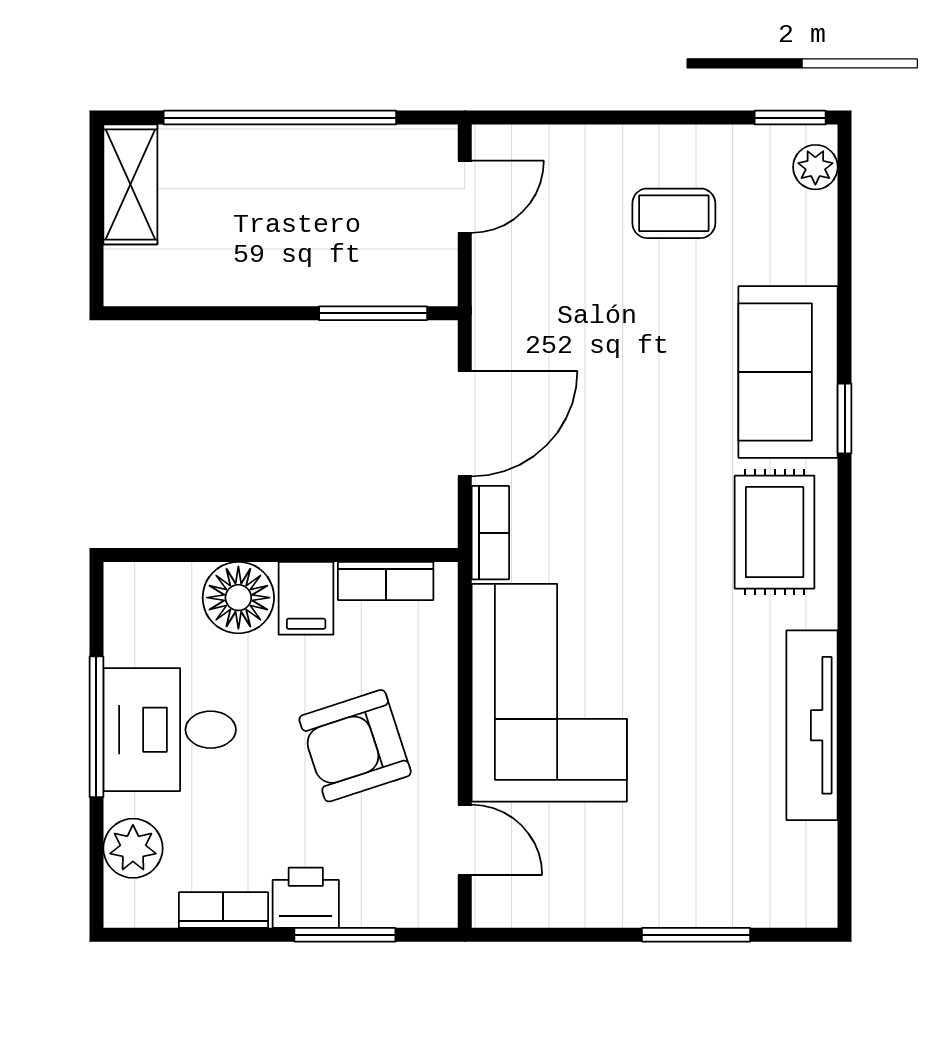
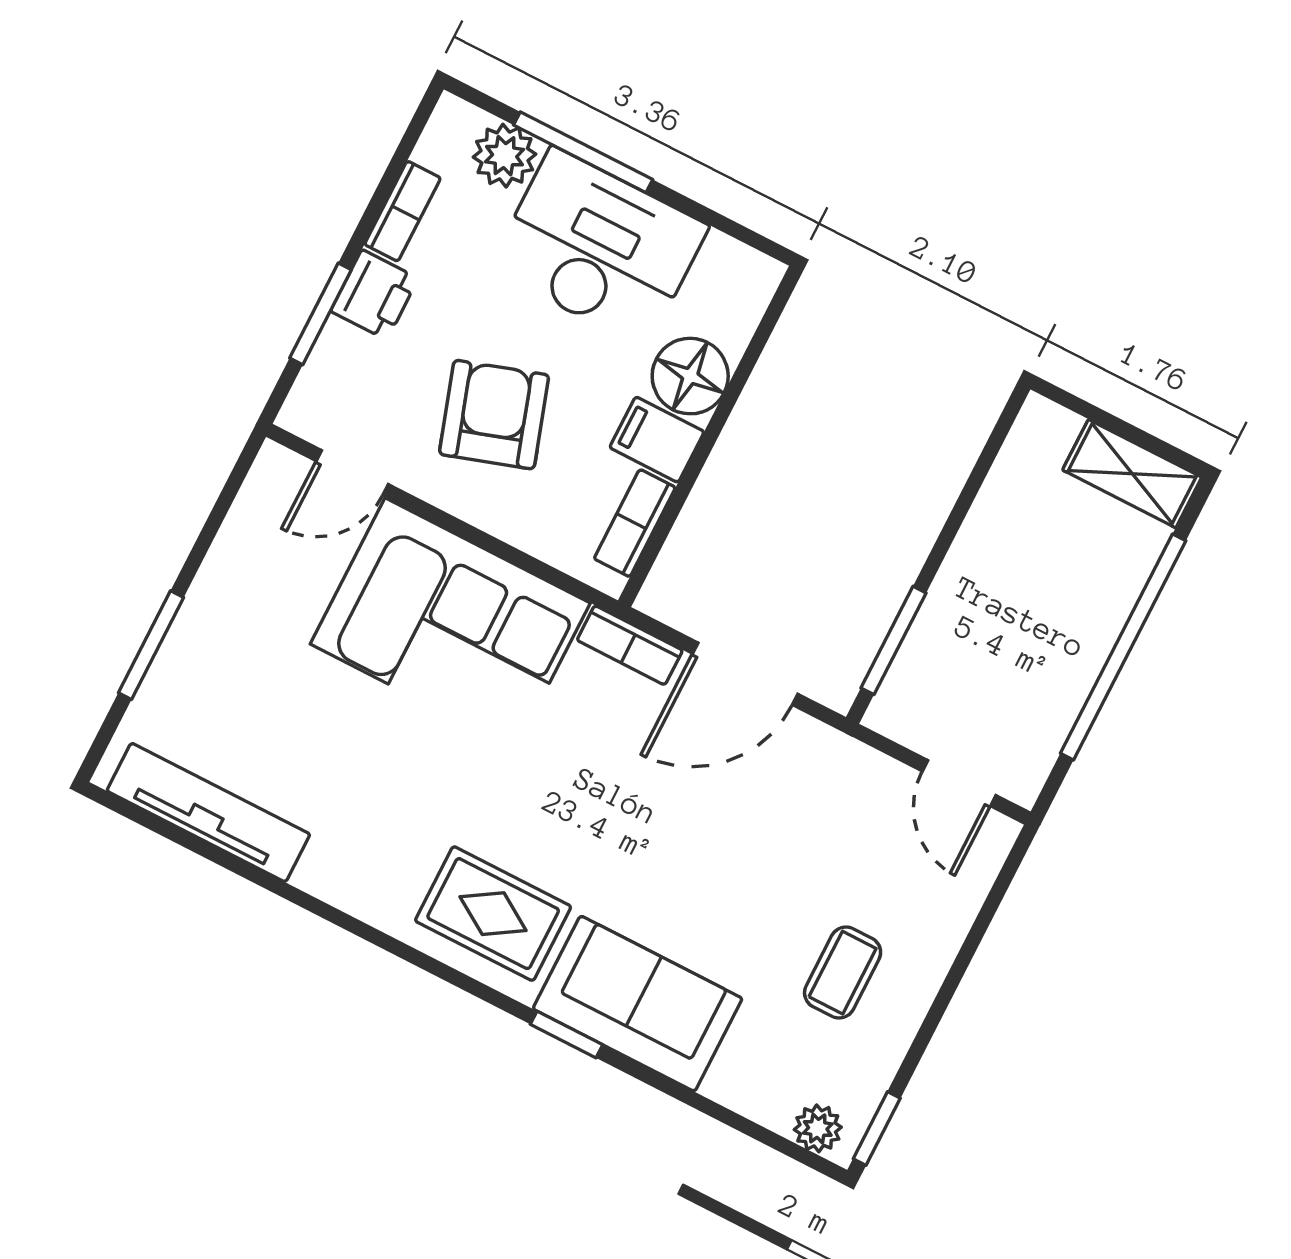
door: (465, 424) -> (745, 674), hinge flipped
tv unit: (812, 725) -> (208, 812), moved
window: (96, 727) -> (583, 152), moved
desk: (170, 730) -> (599, 247), width x1.37

